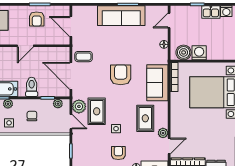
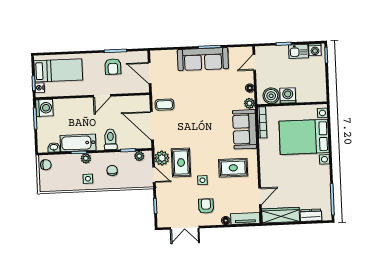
armchair: (121, 75) -> (205, 123), removed
rug: (145, 118) -> (233, 168), turned 90
plant: (163, 133) -> (249, 103), moved

